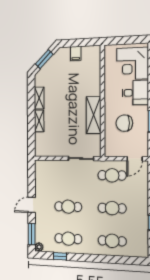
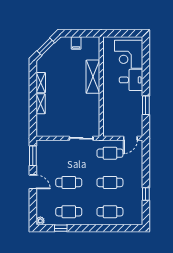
shelving: (94, 115) -> (93, 77), moved
chair: (124, 123) -> (121, 107), removed
door: (32, 205) -> (33, 182), swing flipped
window: (32, 234) -> (33, 156), moved

